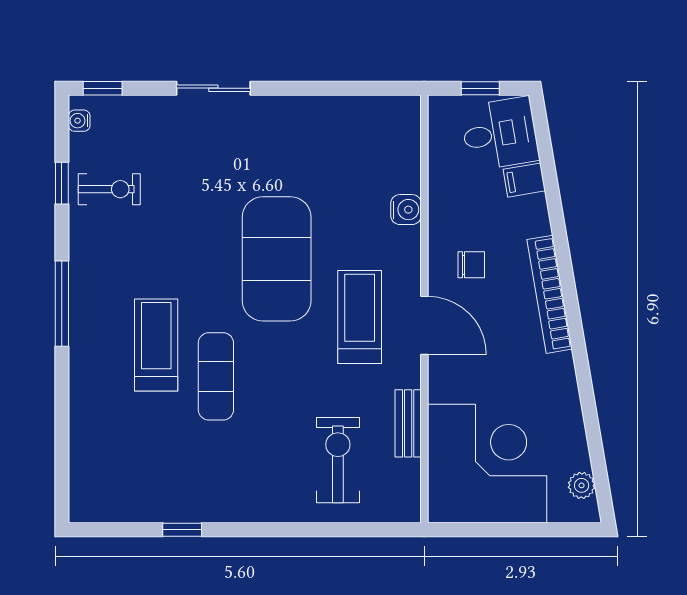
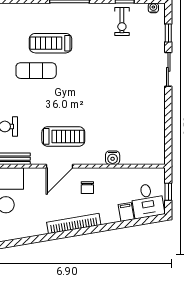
window: (103, 88) -> (168, 33), moved
exercise mat: (277, 259) -> (90, 98), removed
treadmill: (156, 345) -> (51, 43), turned 180

